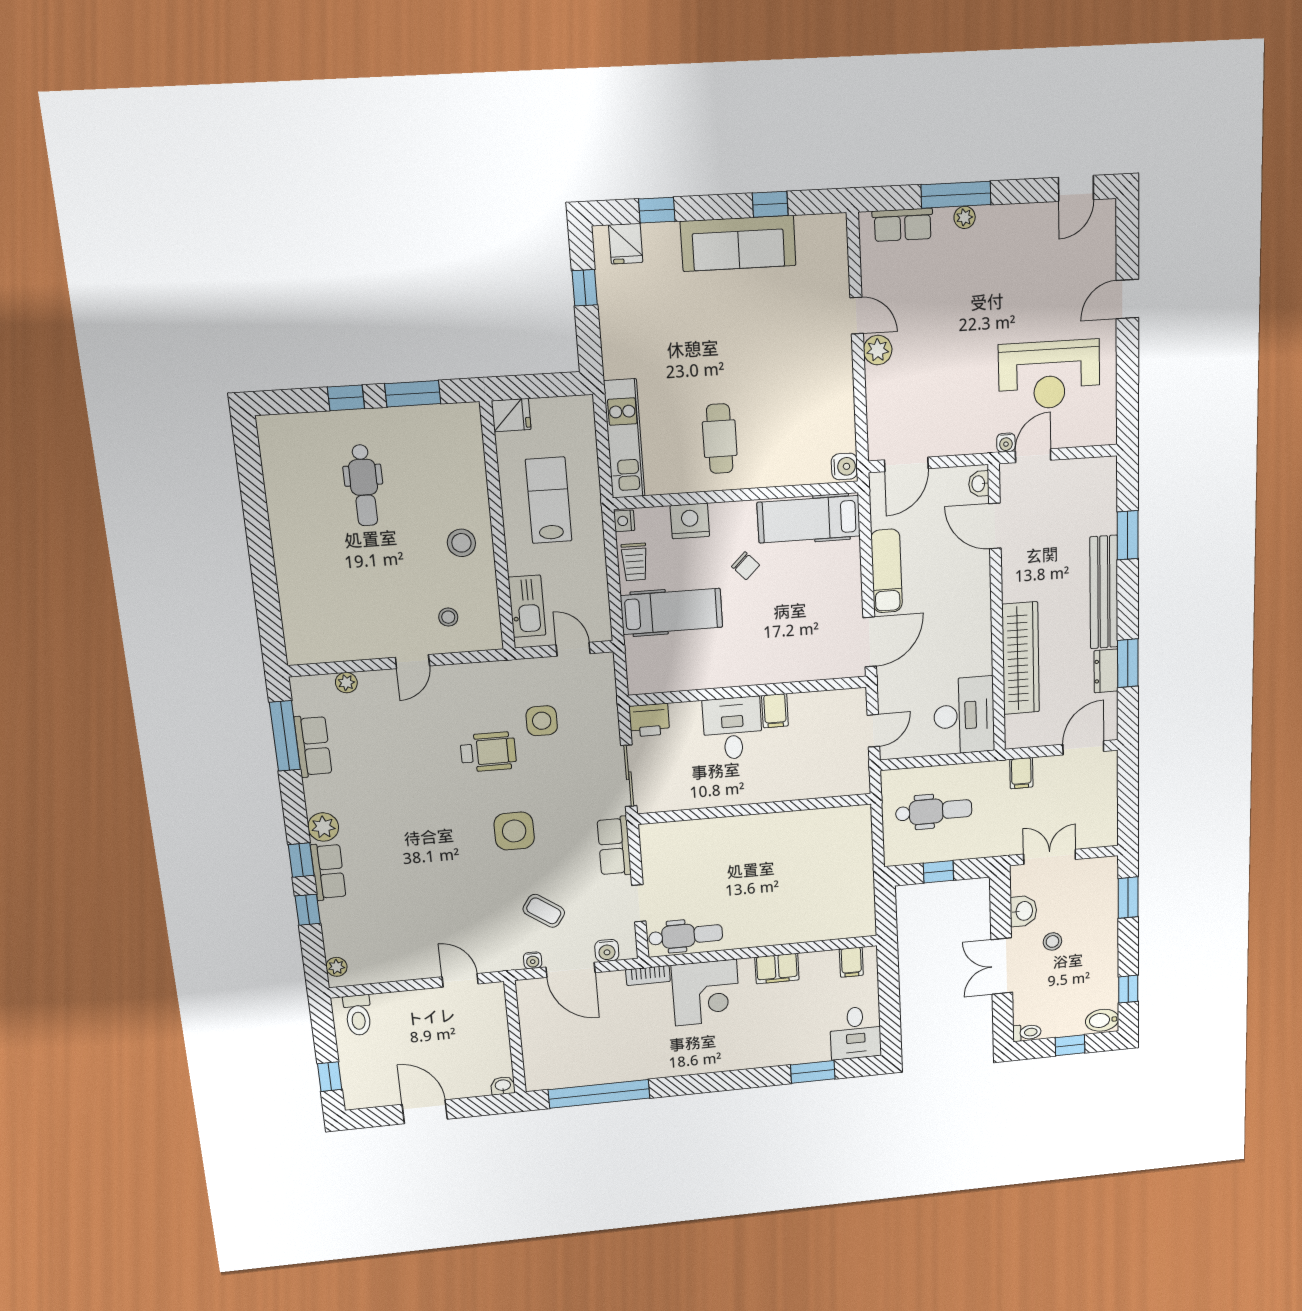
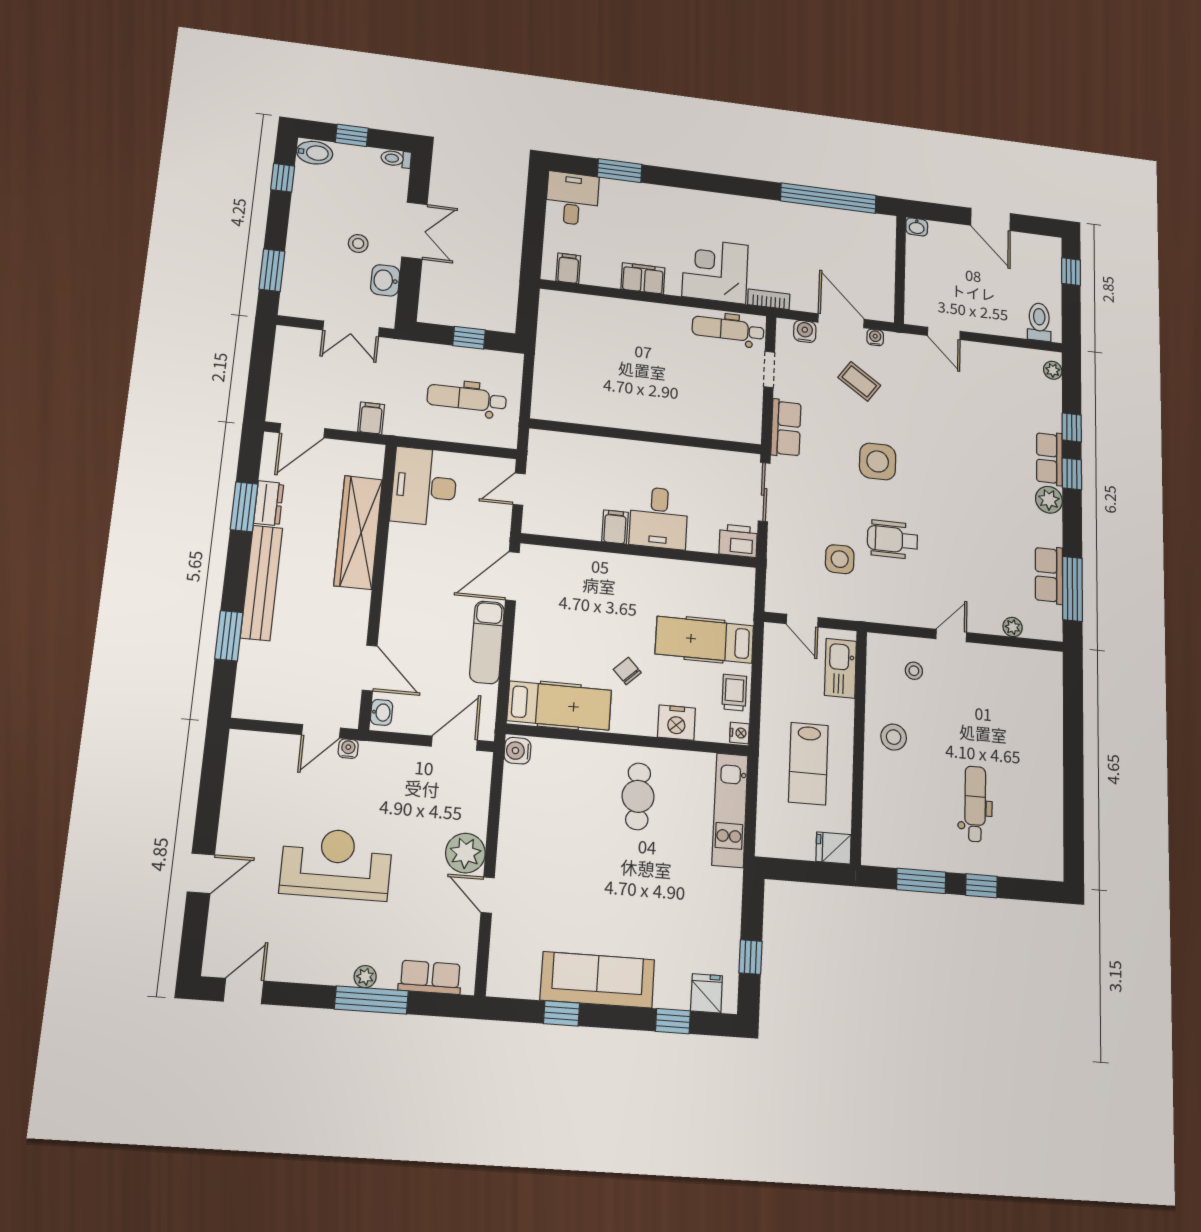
plant: (878, 350) -> (465, 853), width x1.36, depth x1.36
reception desk: (1049, 375) -> (336, 864), moved

